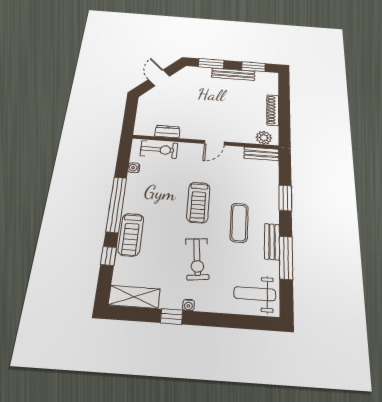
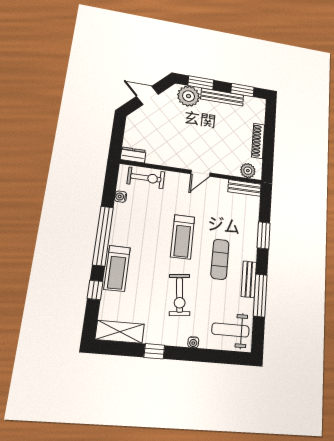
plant: (199, 76) -> (189, 96), added
door: (159, 78) -> (148, 95), hinge flipped
dresser: (167, 132) -> (133, 155), moved
water cooler: (188, 305) -> (193, 342), moved

